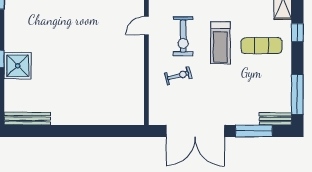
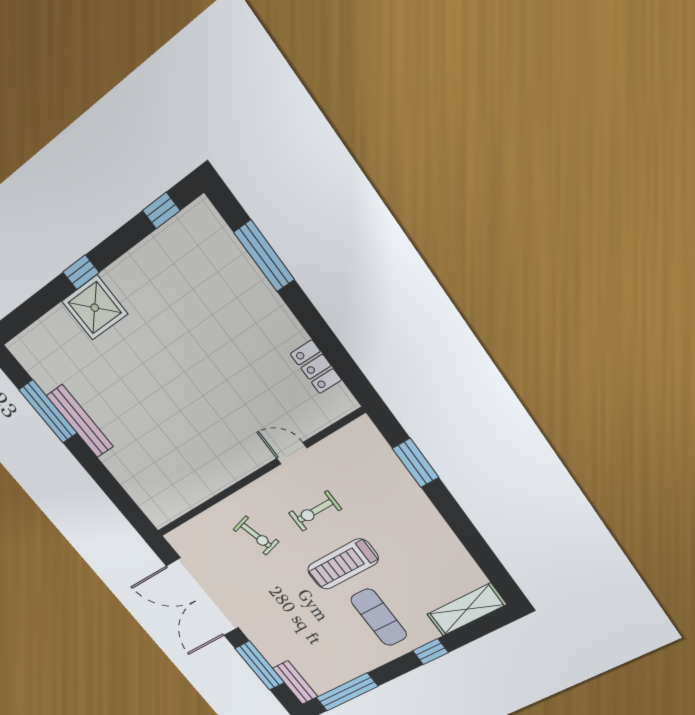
exercise bike: (183, 36) -> (315, 511), width x0.73, depth x0.72
bench: (27, 119) -> (80, 421), moved
window: (49, 131) -> (48, 412), added

